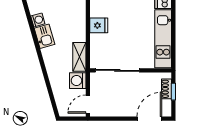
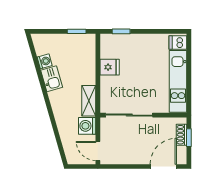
door: (88, 104) -> (98, 151), hinge flipped

